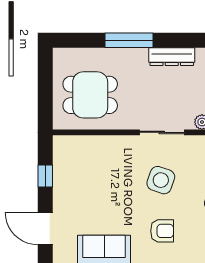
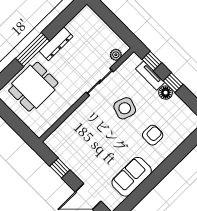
dresser: (172, 57) -> (56, 44), moved
dining table: (90, 95) -> (33, 87), moved

